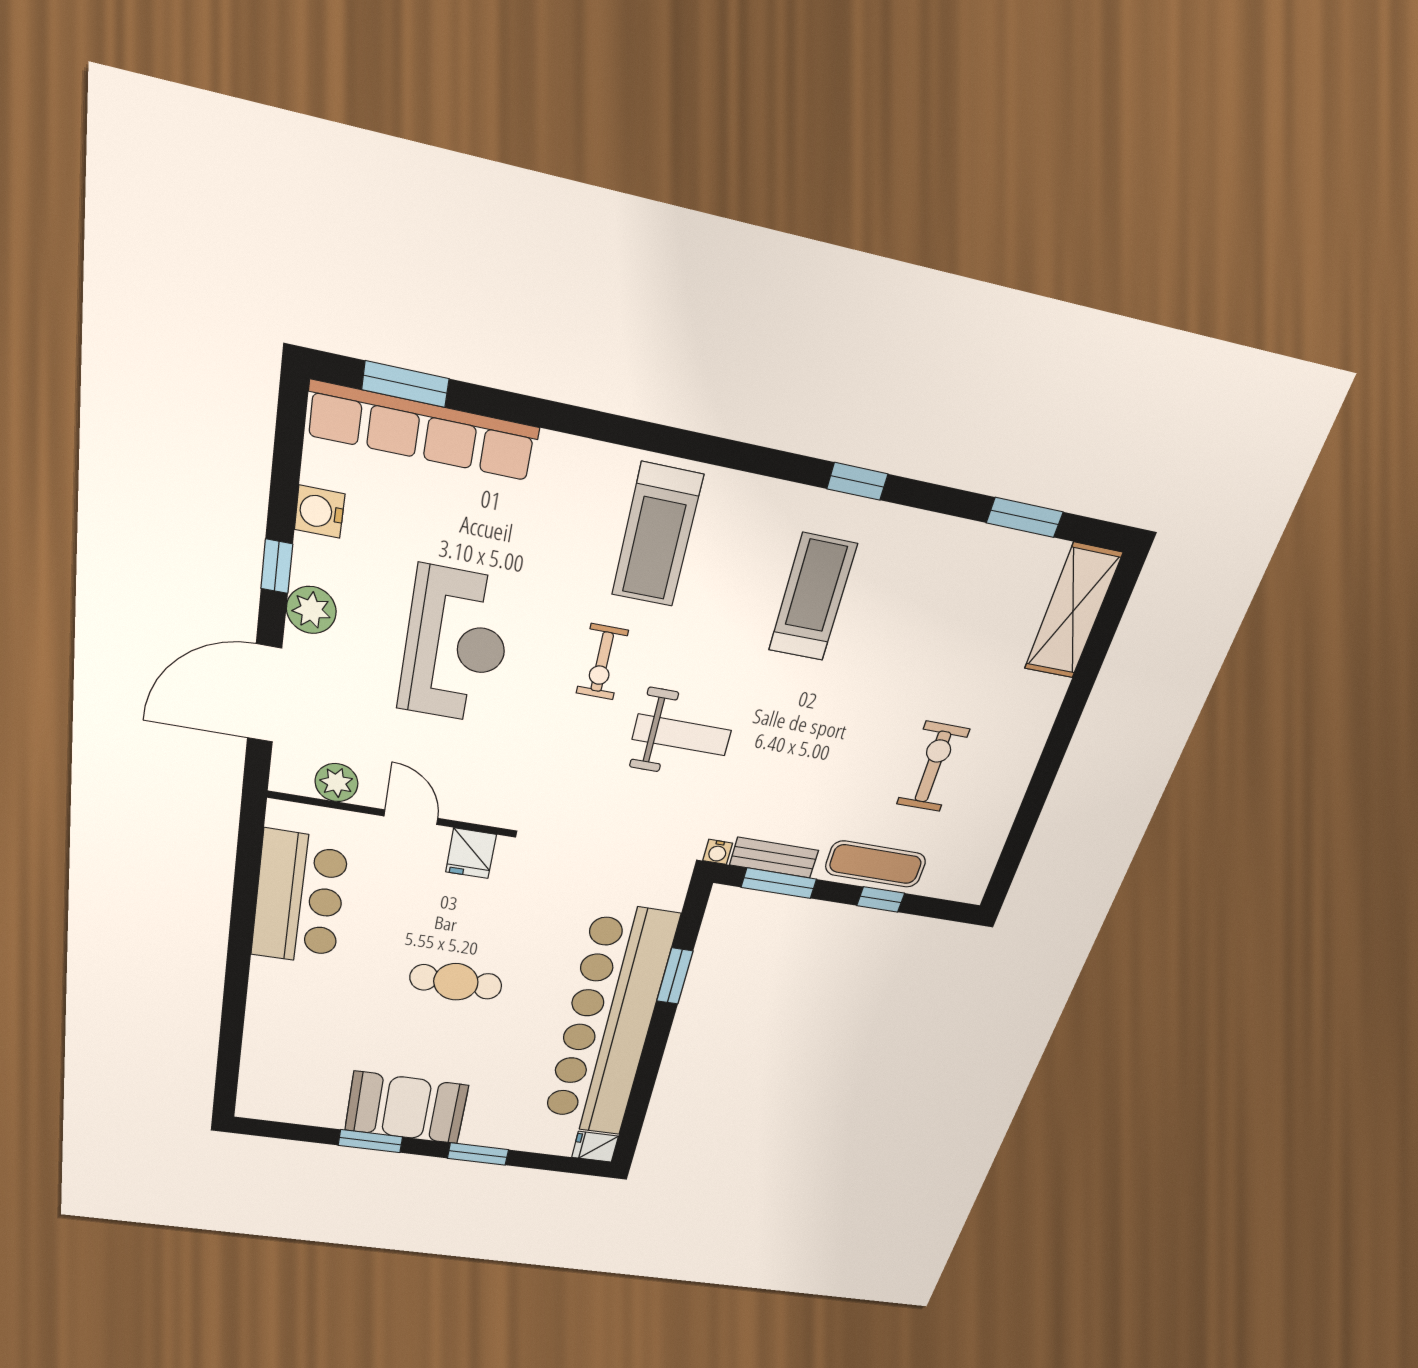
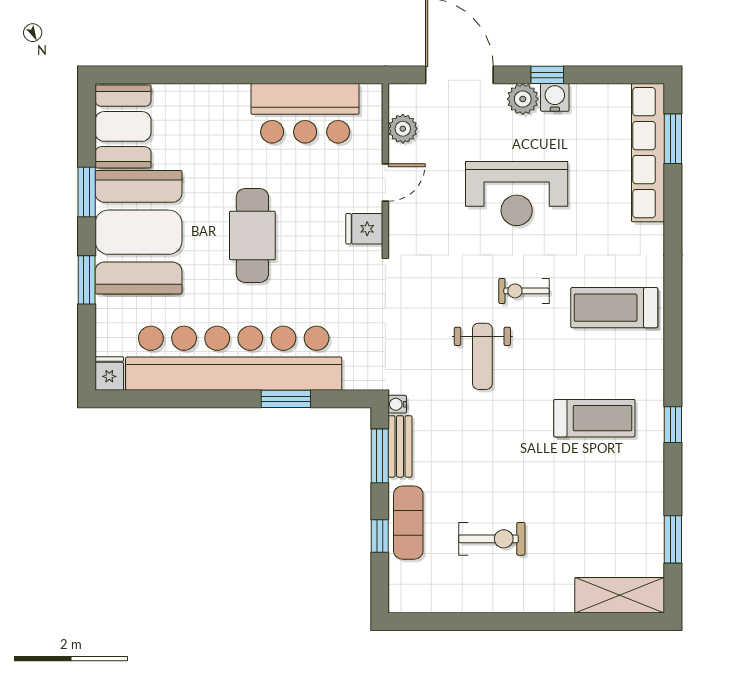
water cooler: (320, 512) -> (555, 97), moved
cafe table: (456, 982) -> (252, 235), width x1.37, depth x1.35
booth: (293, 1096) -> (123, 126), added
booth: (406, 1108) -> (138, 232), width x1.36, depth x1.42

